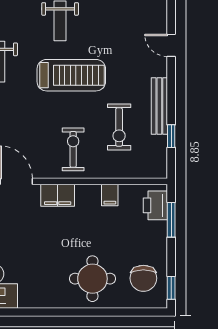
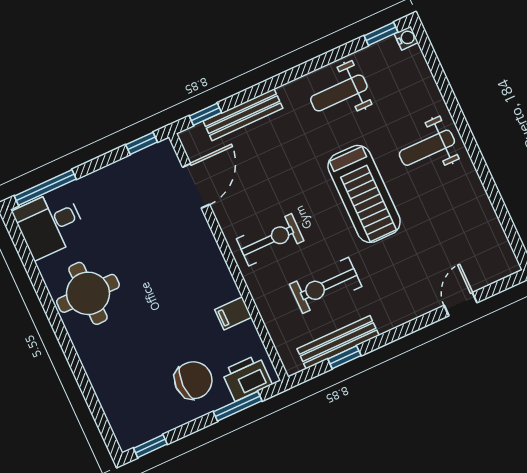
bench: (159, 106) -> (338, 342), moved
filing cabinet: (58, 195) -> (202, 247), removed
chair: (143, 278) -> (193, 380), moved, turned 180
round table: (92, 279) -> (88, 293), moved

